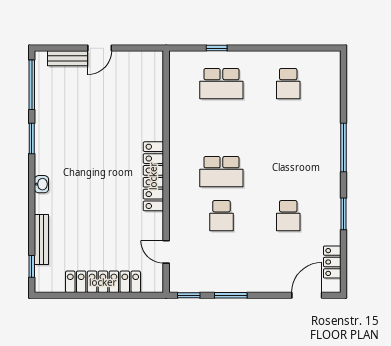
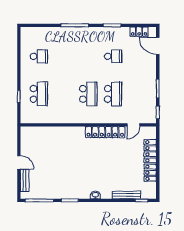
locker: (153, 176) -> (105, 132), moved
school desk: (221, 216) -> (113, 94), width x1.85

